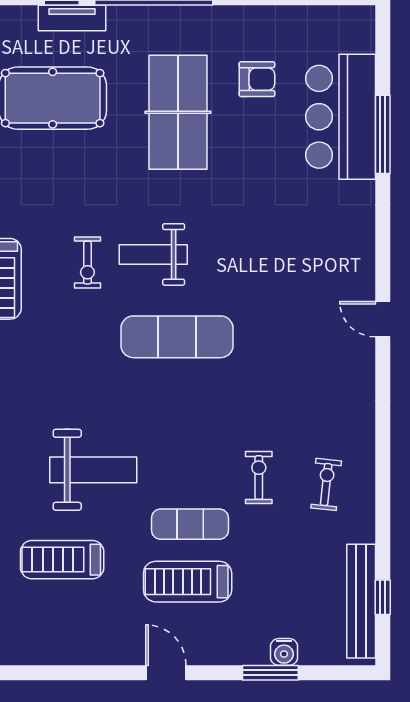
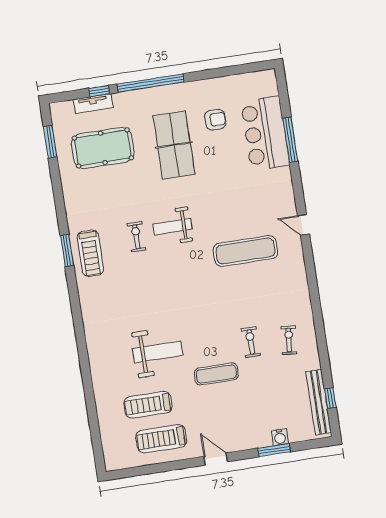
tv unit: (72, 18) -> (93, 104), moved
exercise bike: (87, 263) -> (136, 237), turned 180
door: (383, 319) -> (303, 225), moved
exercise mat: (177, 337) -> (245, 251), moved
treadmill: (188, 582) -> (161, 439), moved

